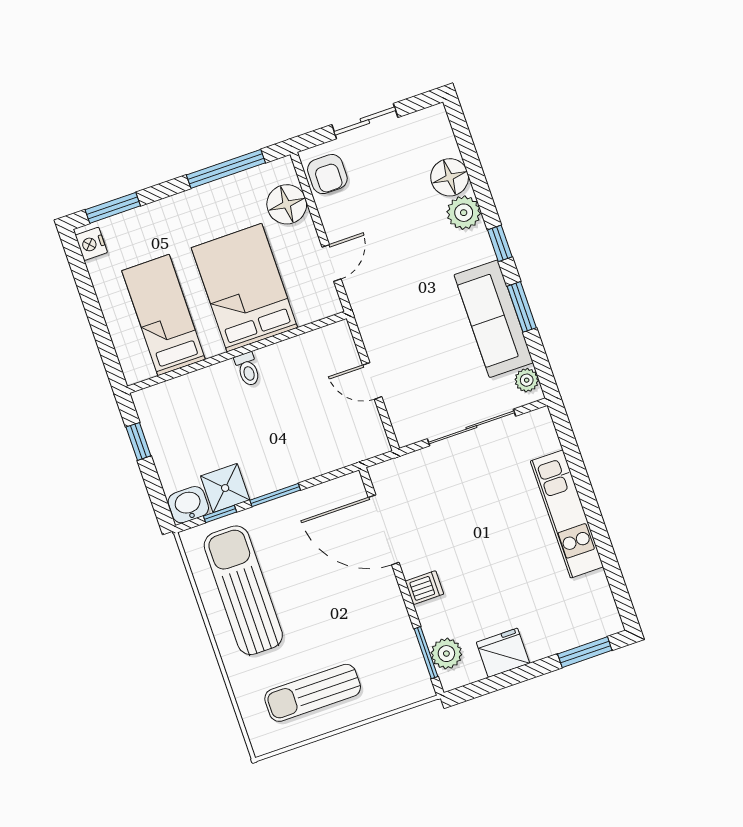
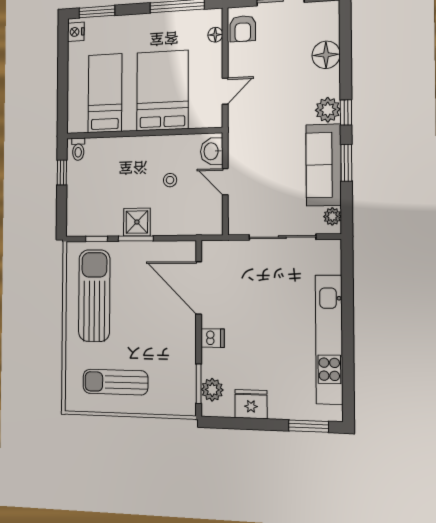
floor lamp: (287, 204) -> (215, 35), width x0.53, depth x0.53
plant: (464, 213) -> (328, 110), moved
toilet: (248, 369) -> (78, 149), moved
stool: (296, 403) -> (170, 180), added
shower: (225, 488) -> (137, 222), moved
washbasin: (188, 505) -> (212, 151), moved, turned -90
kitchen unit: (567, 514) -> (329, 339), width x1.36

